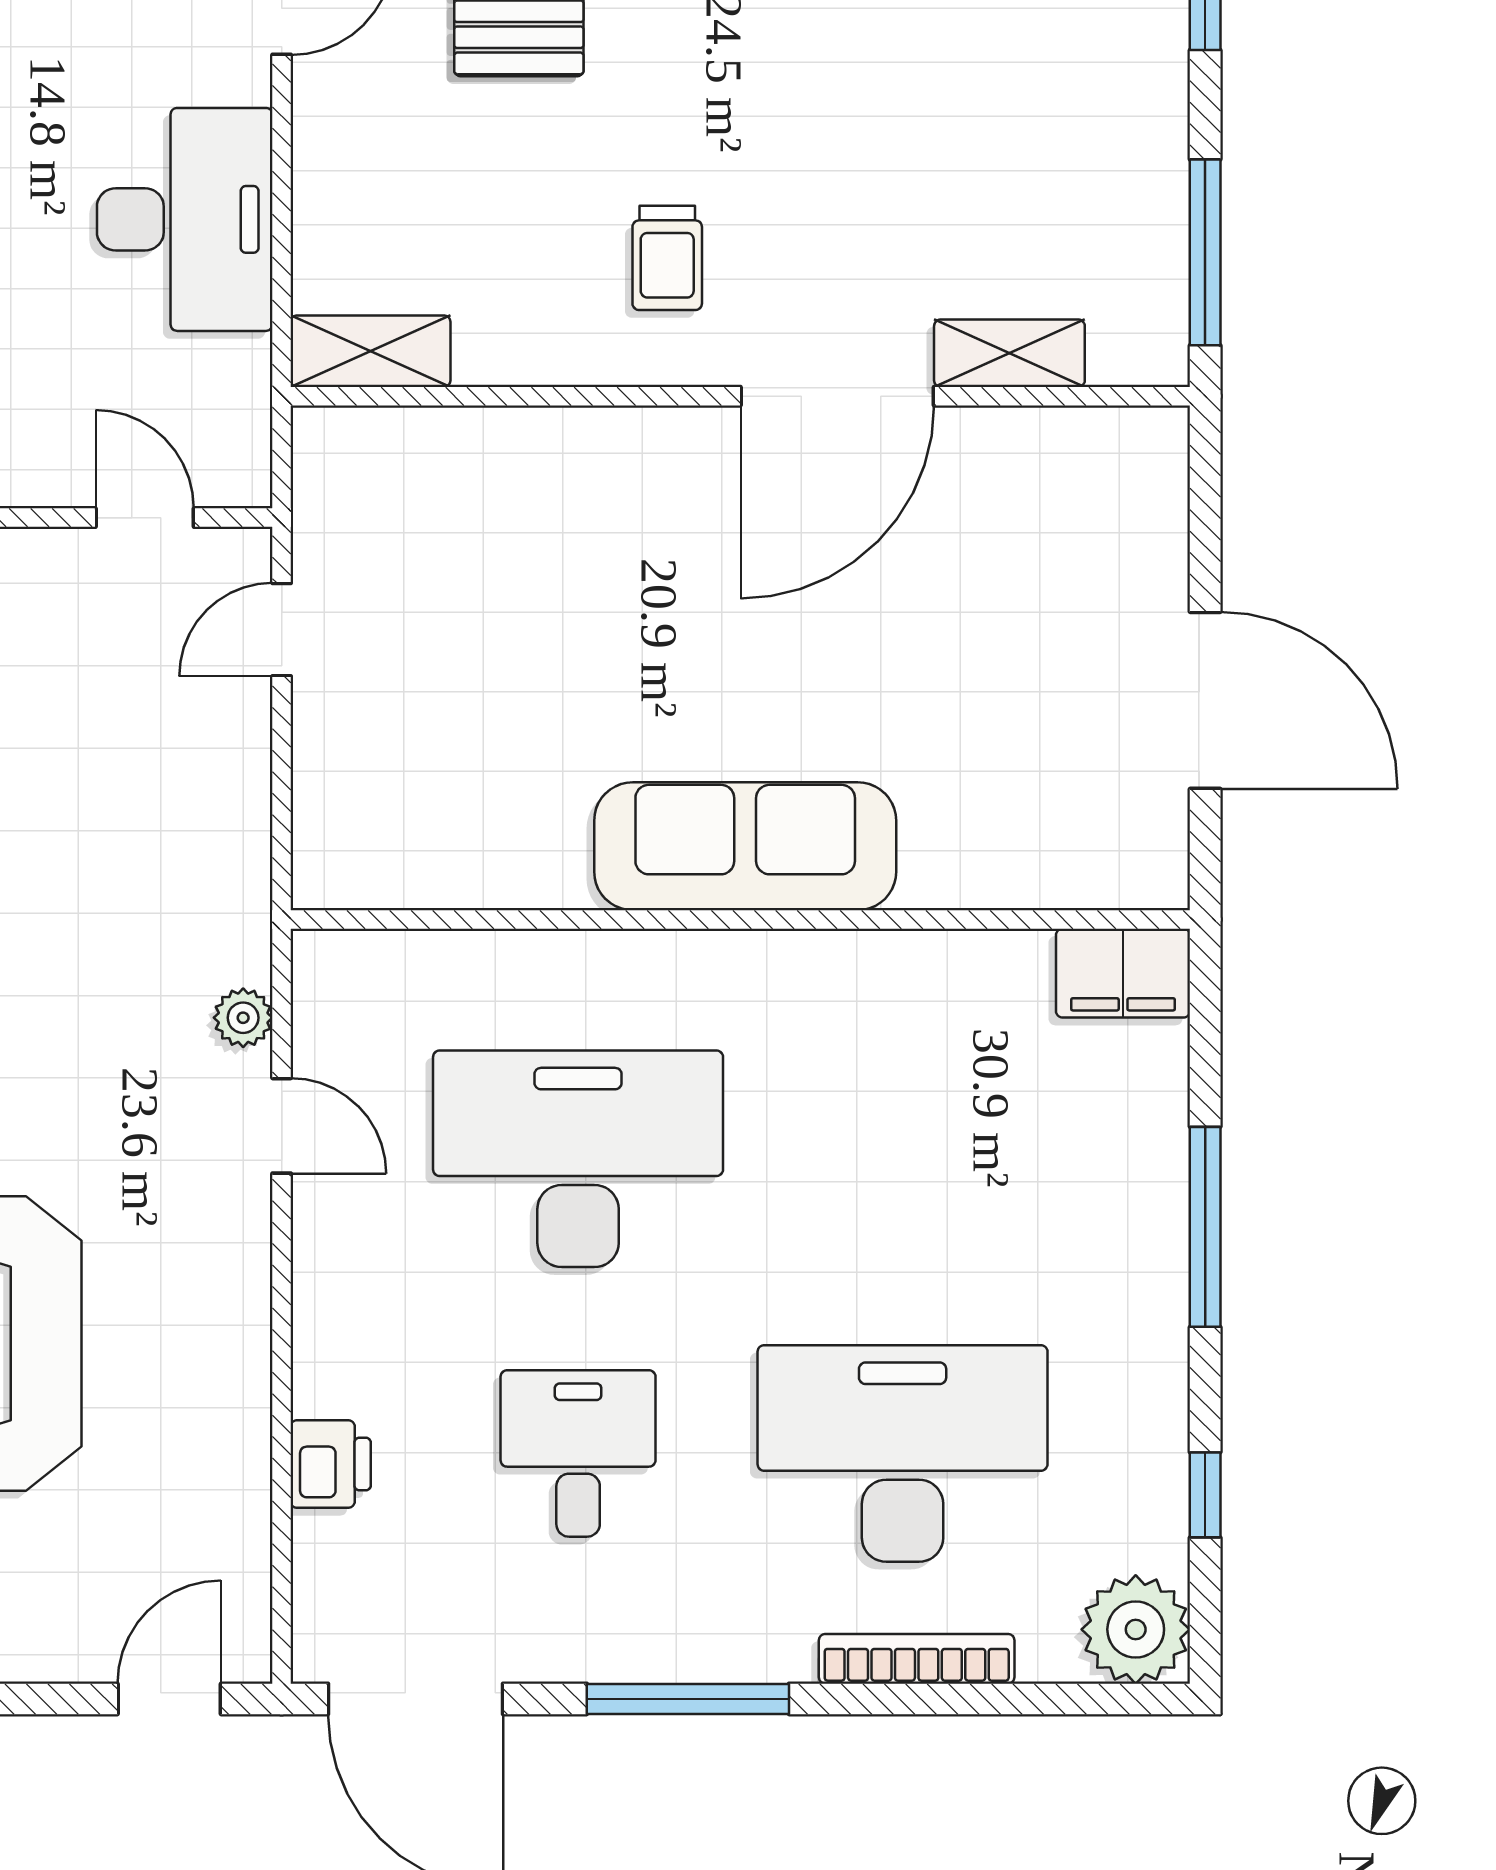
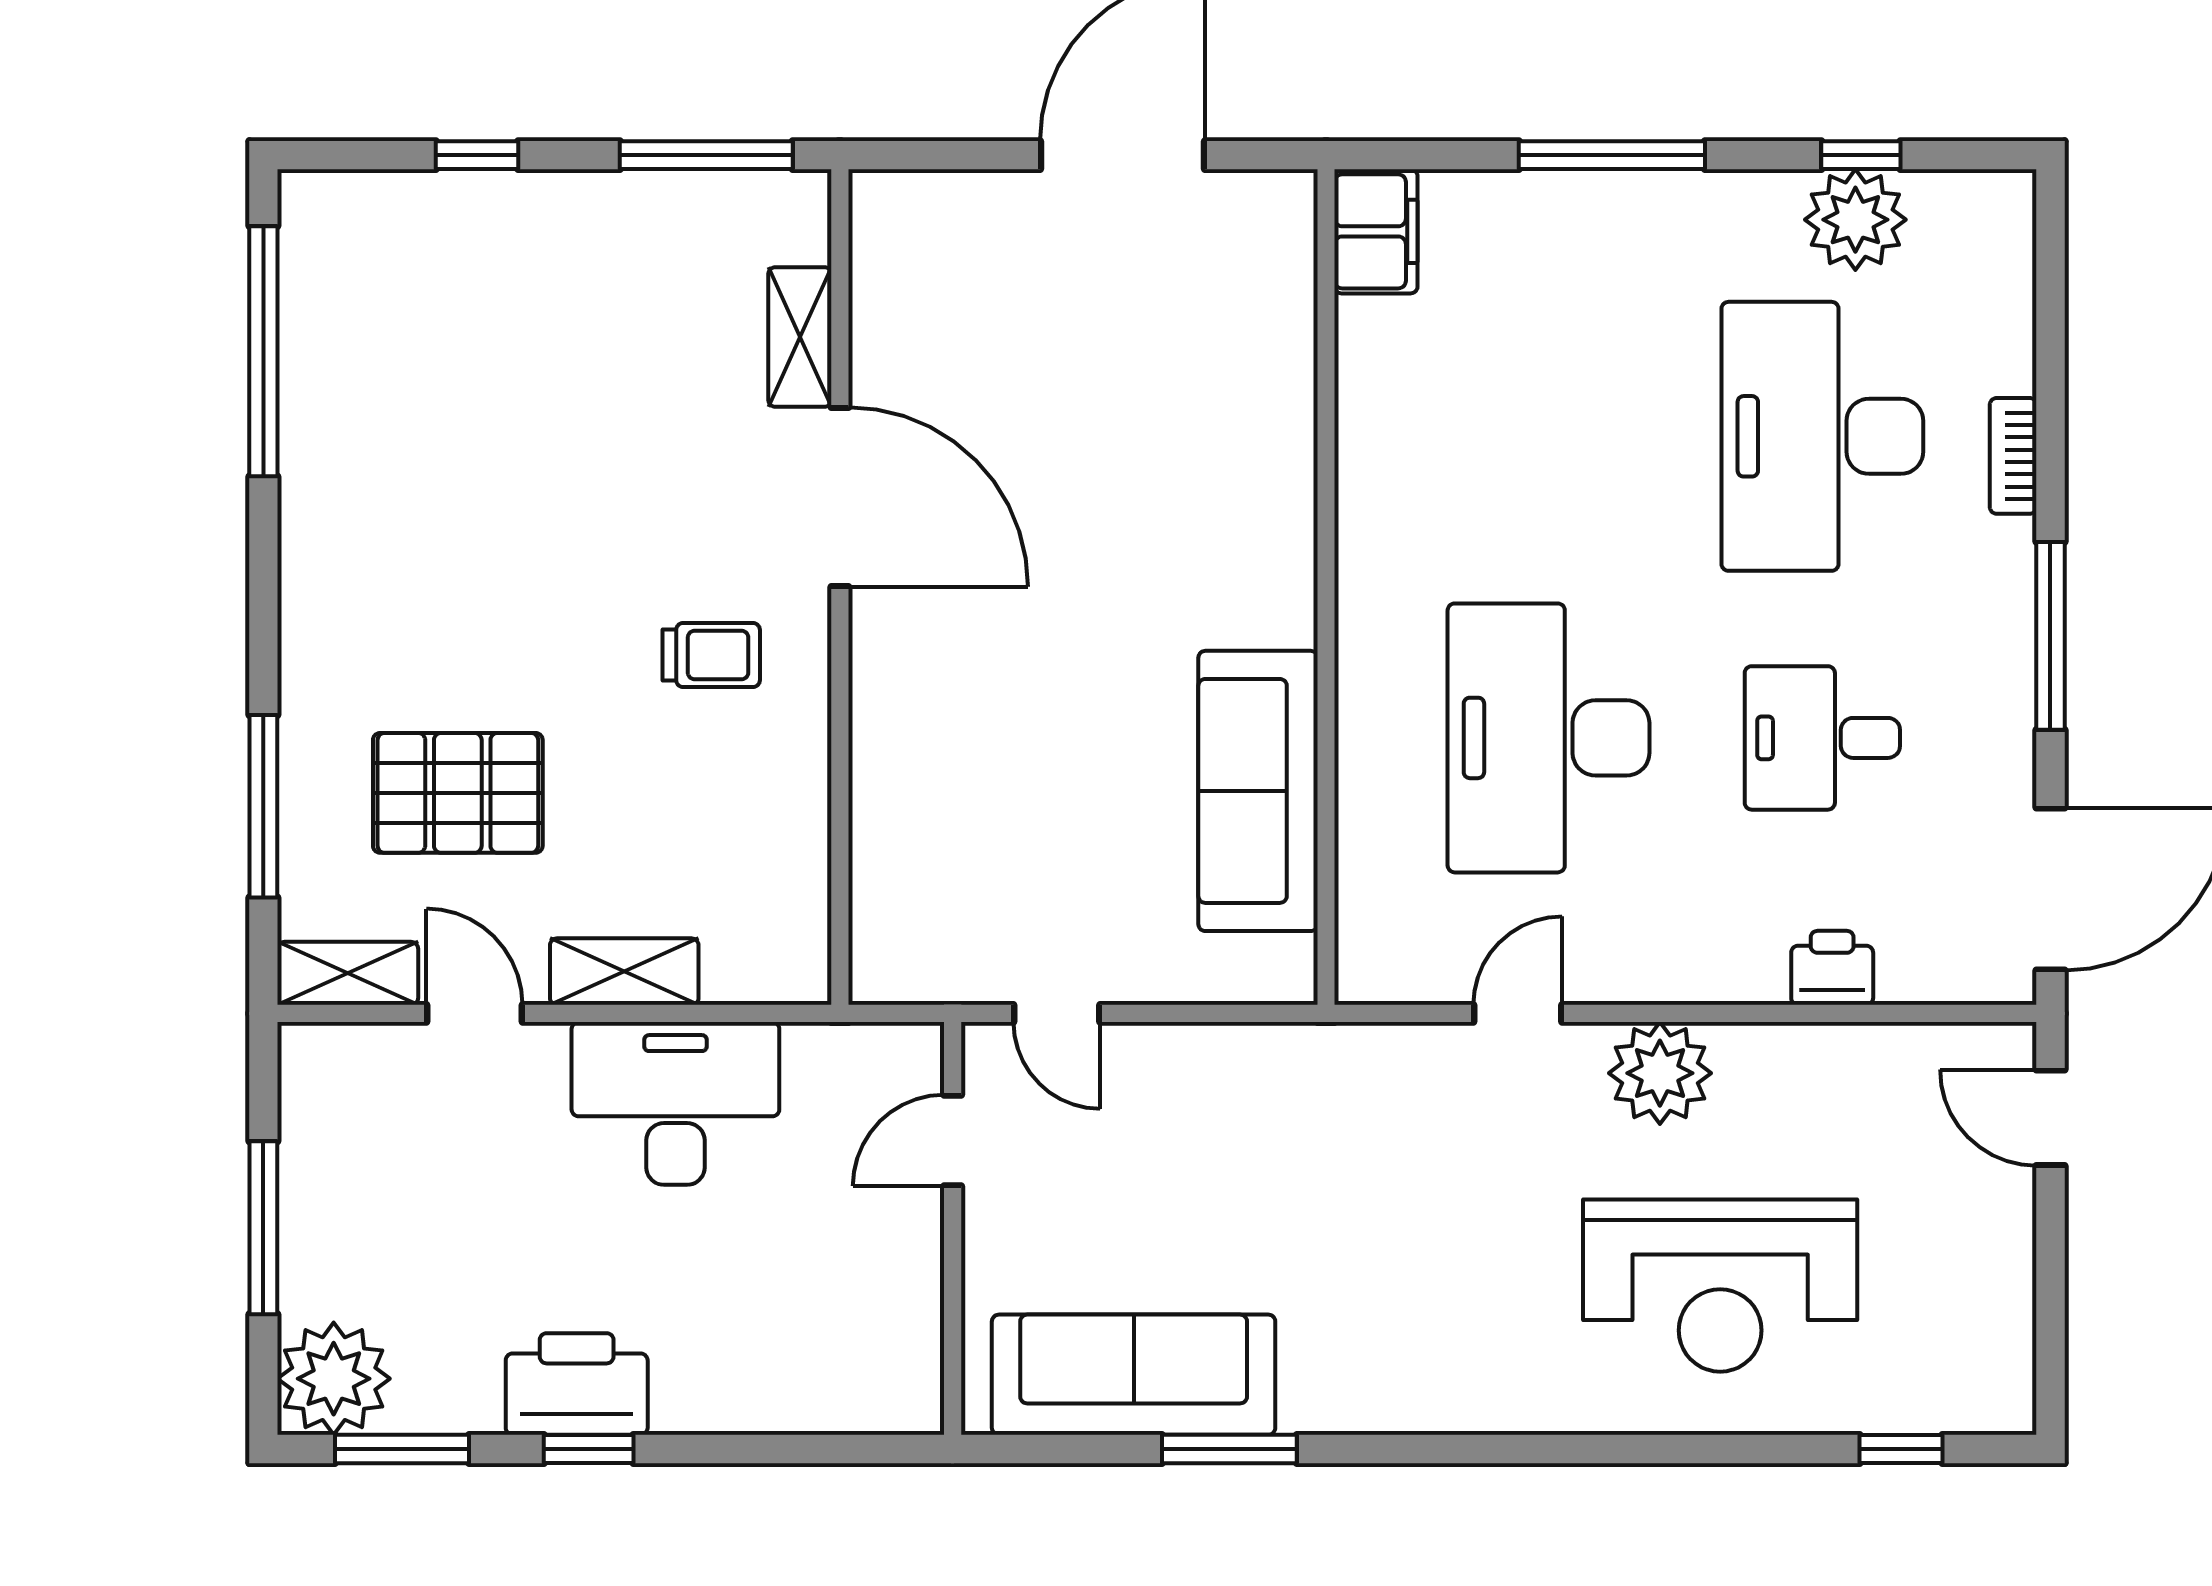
shelving: (370, 351) -> (624, 972), moved, turned 90
sofa: (745, 846) -> (1258, 791), moved
plant: (243, 1018) -> (1660, 1073), moved, width x1.88, depth x1.88
plant: (1136, 1629) -> (1855, 220), moved
bookcase: (917, 1659) -> (2013, 456), width x0.64

